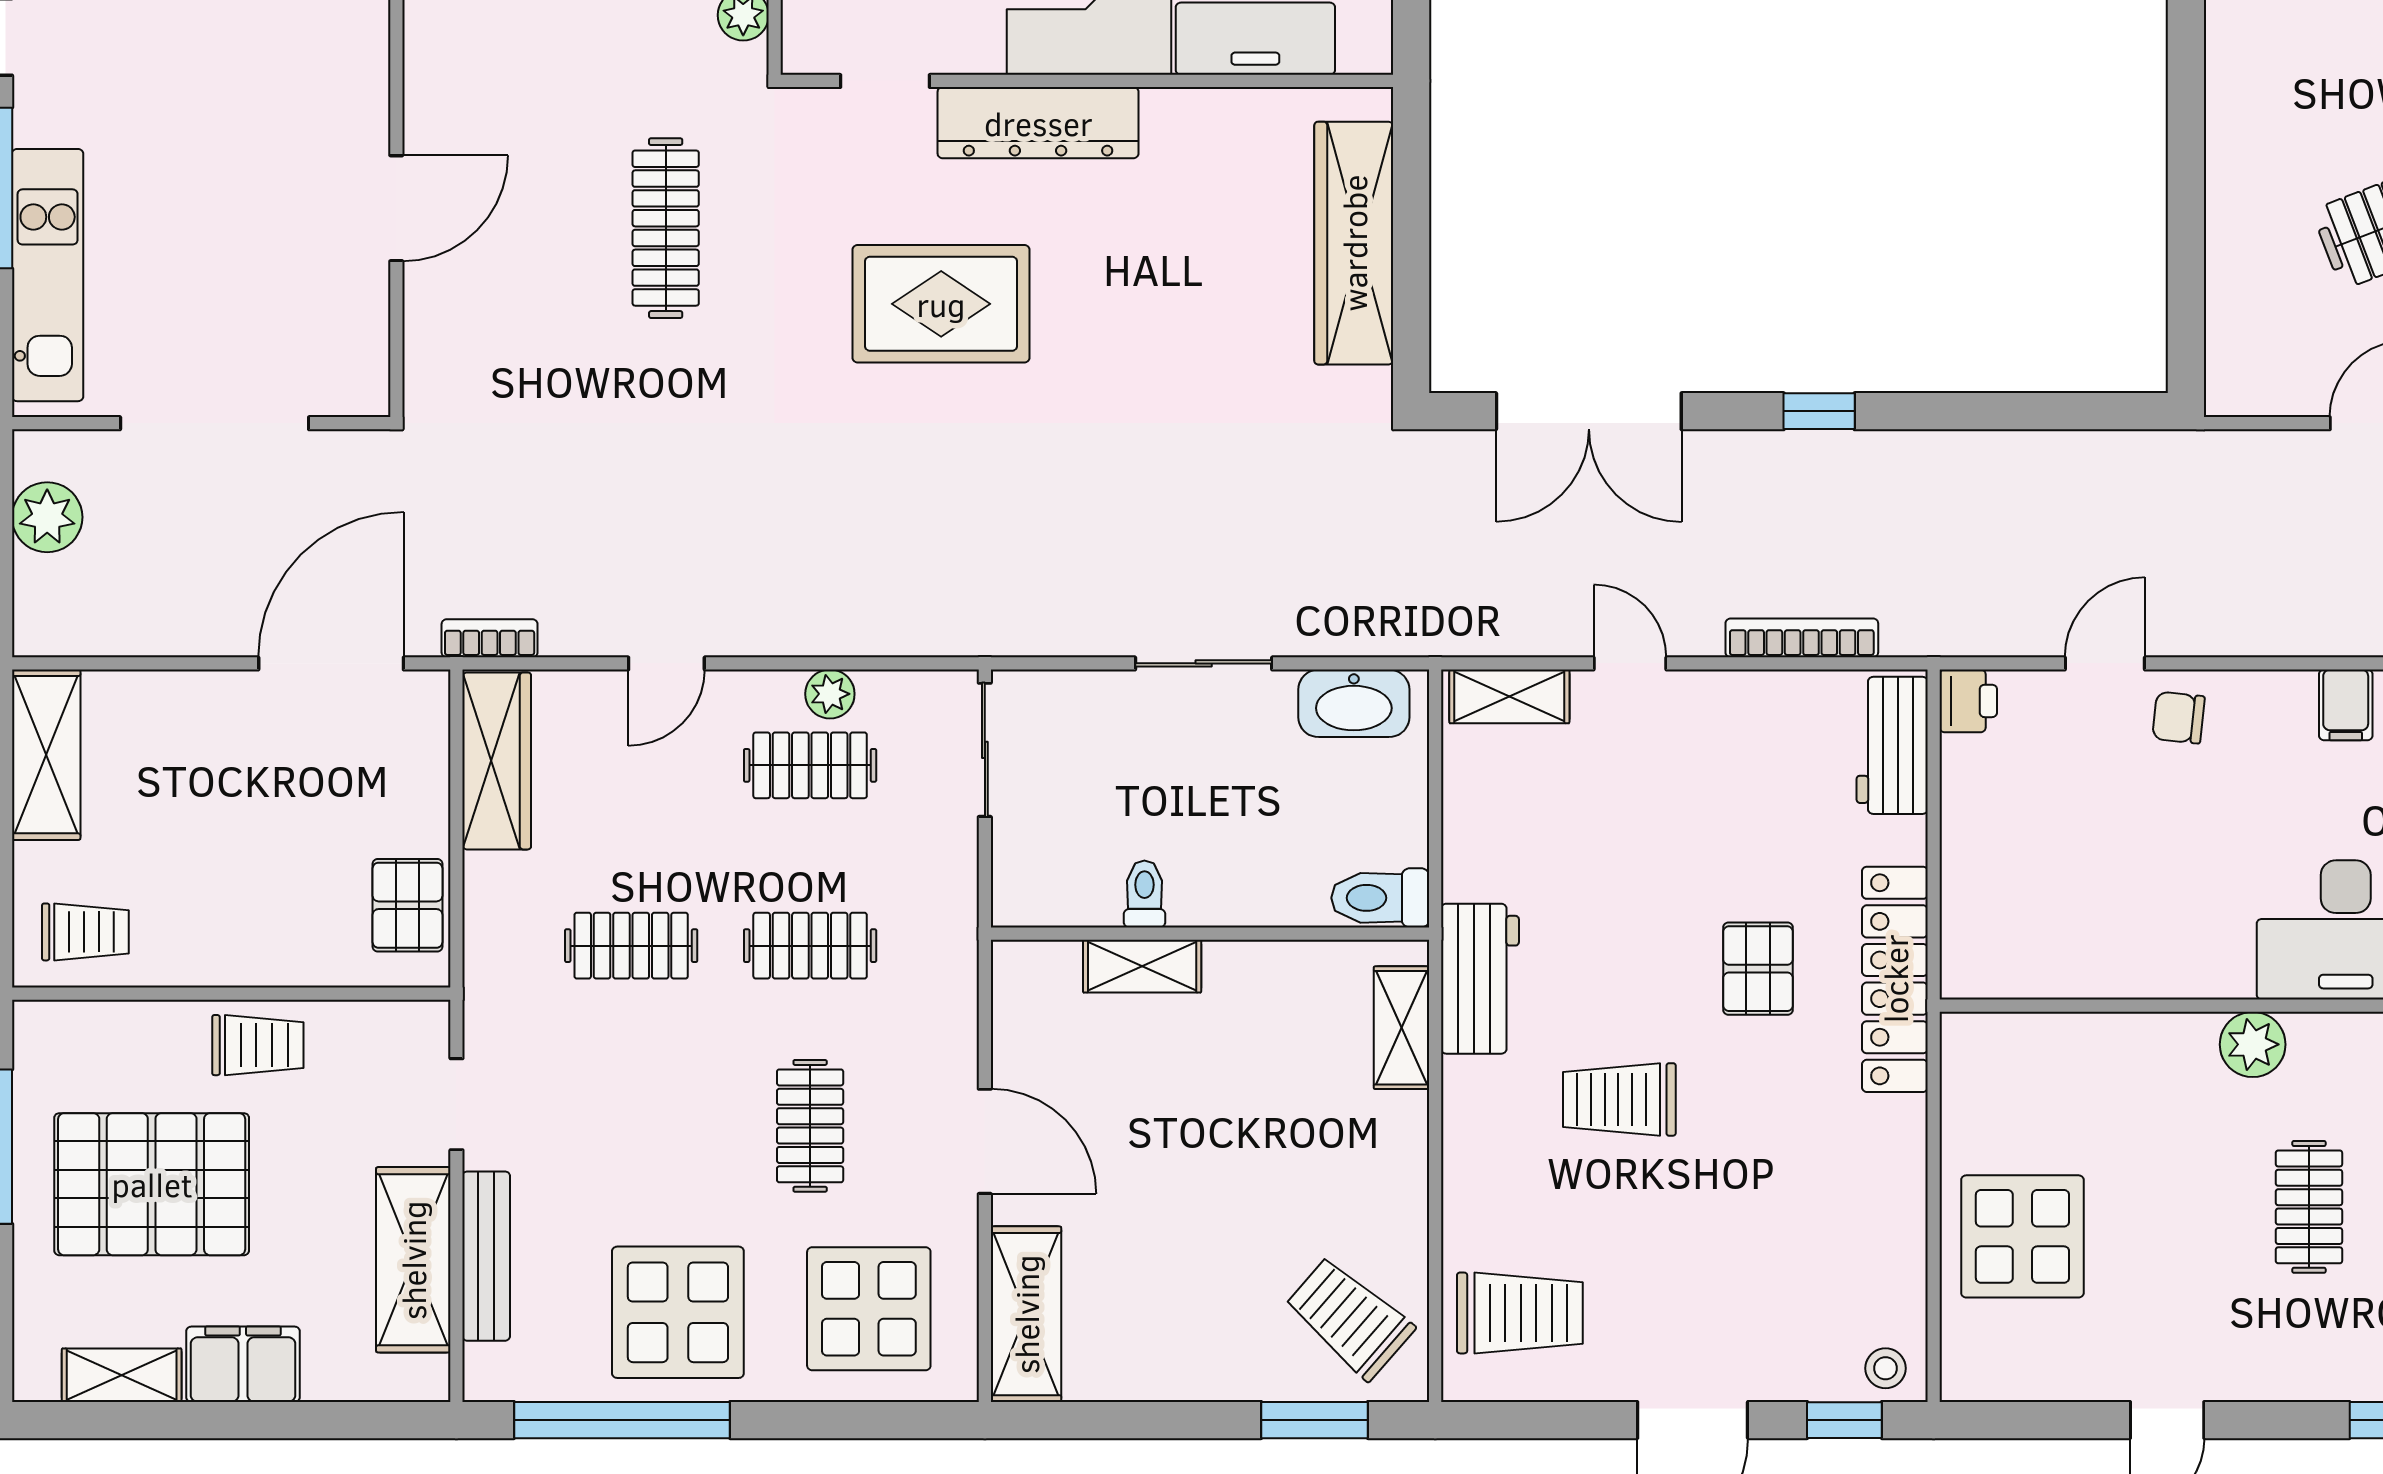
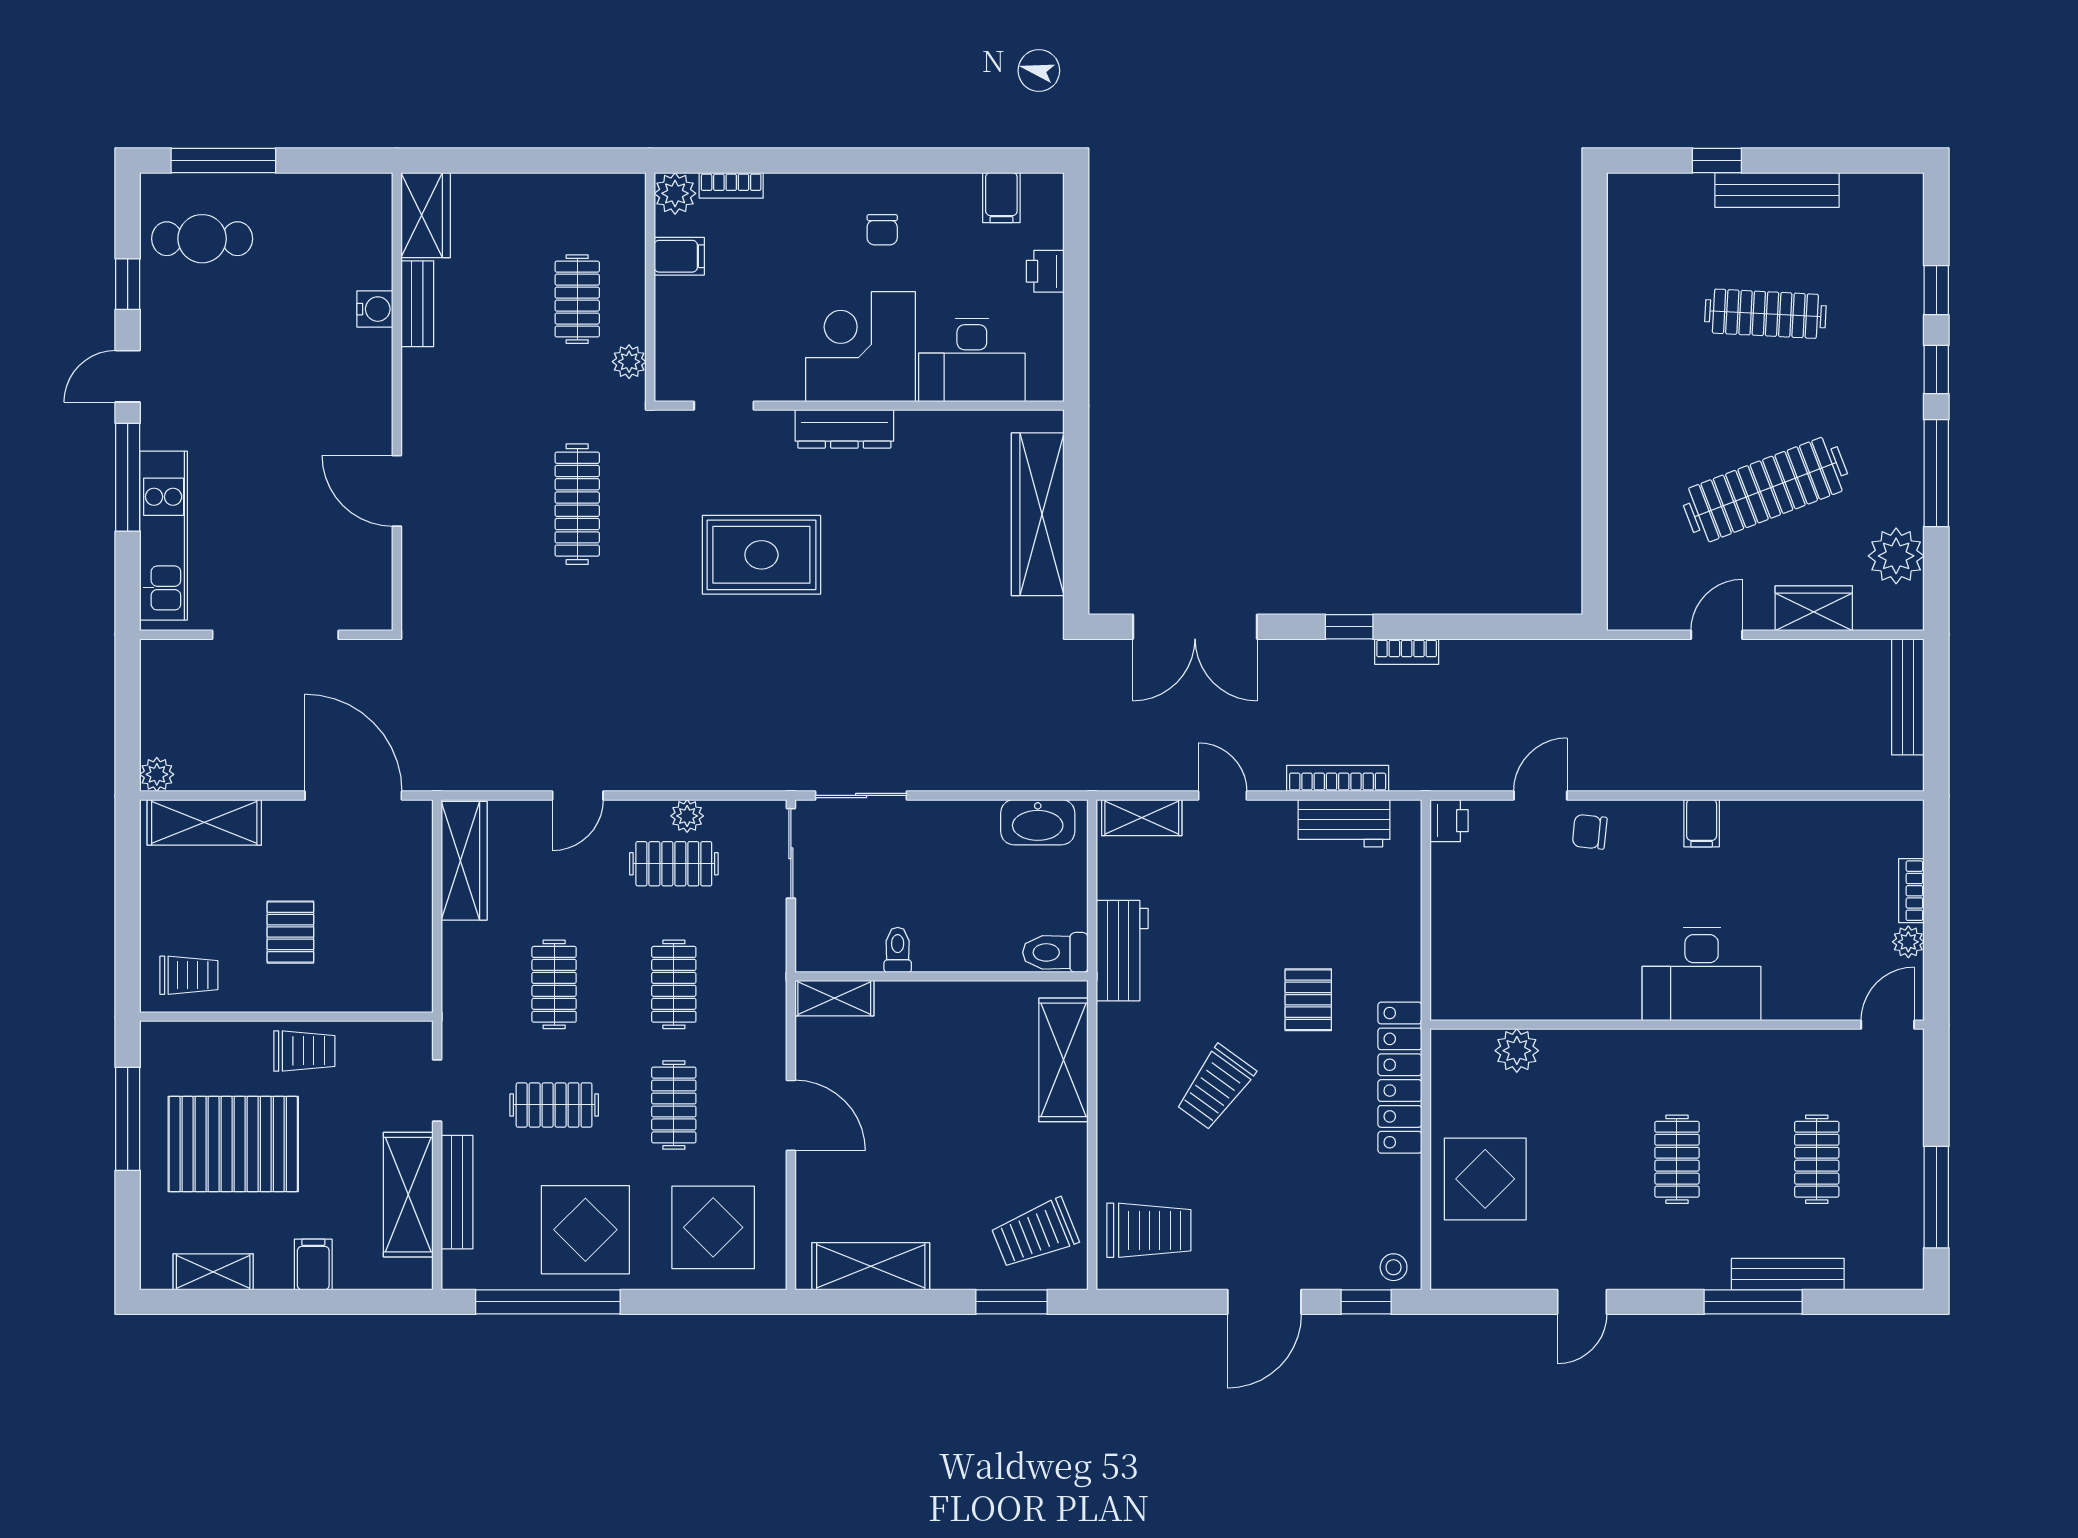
dresser: (1038, 123) -> (844, 429), width x0.73, depth x0.80
door: (396, 208) -> (397, 491), swing flipped
plant: (47, 517) -> (157, 774), moved, width x0.73, depth x0.73
bookcase: (490, 638) -> (1407, 652), moved, turned 180
door: (331, 663) -> (353, 795), hinge flipped
sliding door: (1204, 663) -> (861, 795), moved
workbench: (1892, 745) -> (1344, 823), moved, turned -90
shelving: (46, 755) -> (204, 822), moved, turned 90
pallet: (408, 905) -> (290, 932), moved
clothes rail: (631, 946) -> (554, 984), turned 90
clothes rail: (810, 946) -> (674, 984), turned 90
shelving: (1142, 966) -> (834, 998), moved
workbench: (1480, 979) -> (1122, 951), moved
locker: (1895, 979) -> (1400, 1078), moved
shelving: (1402, 1028) -> (1064, 1060), width x1.50, depth x1.33
plant: (2253, 1044) -> (1517, 1051), moved
trolley: (1619, 1099) -> (1215, 1087), turned -54
clothes rail: (631, 1126) -> (554, 1105), added
shelving: (1026, 1314) -> (871, 1266), moved, turned 90
trolley: (1349, 1318) -> (1035, 1233), turned -63
filing cabinet: (243, 1364) -> (313, 1265), width x0.50

